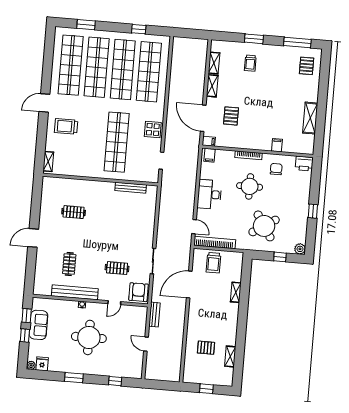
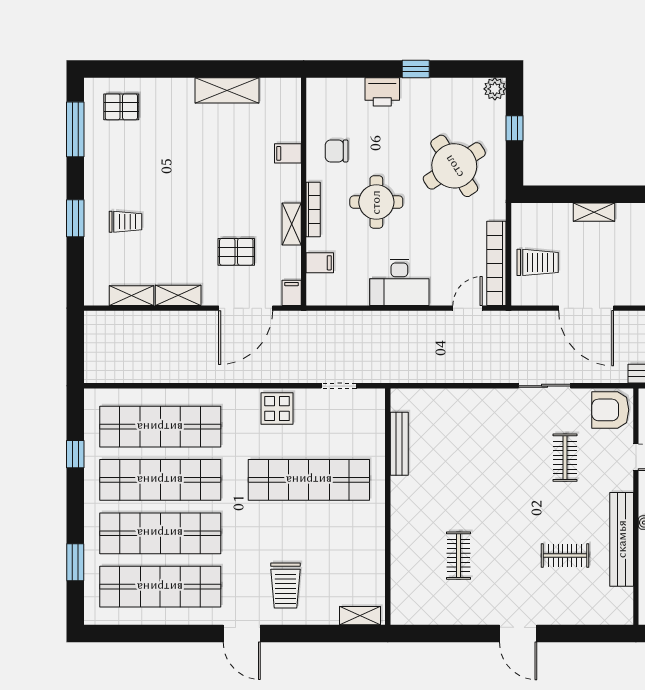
shelving: (242, 144) -> (292, 224), added
filing cabinet: (210, 155) -> (320, 263), moved
printer: (304, 164) -> (382, 92), moved, turned 90

